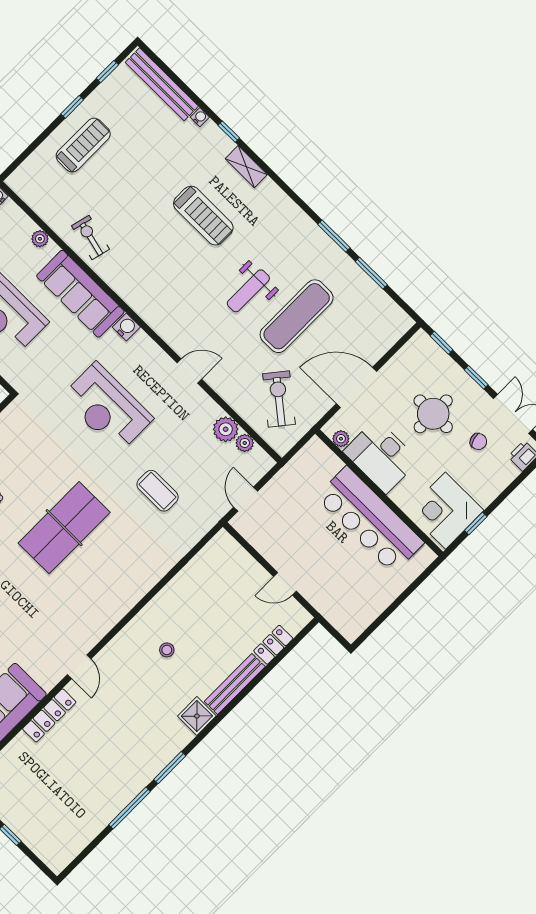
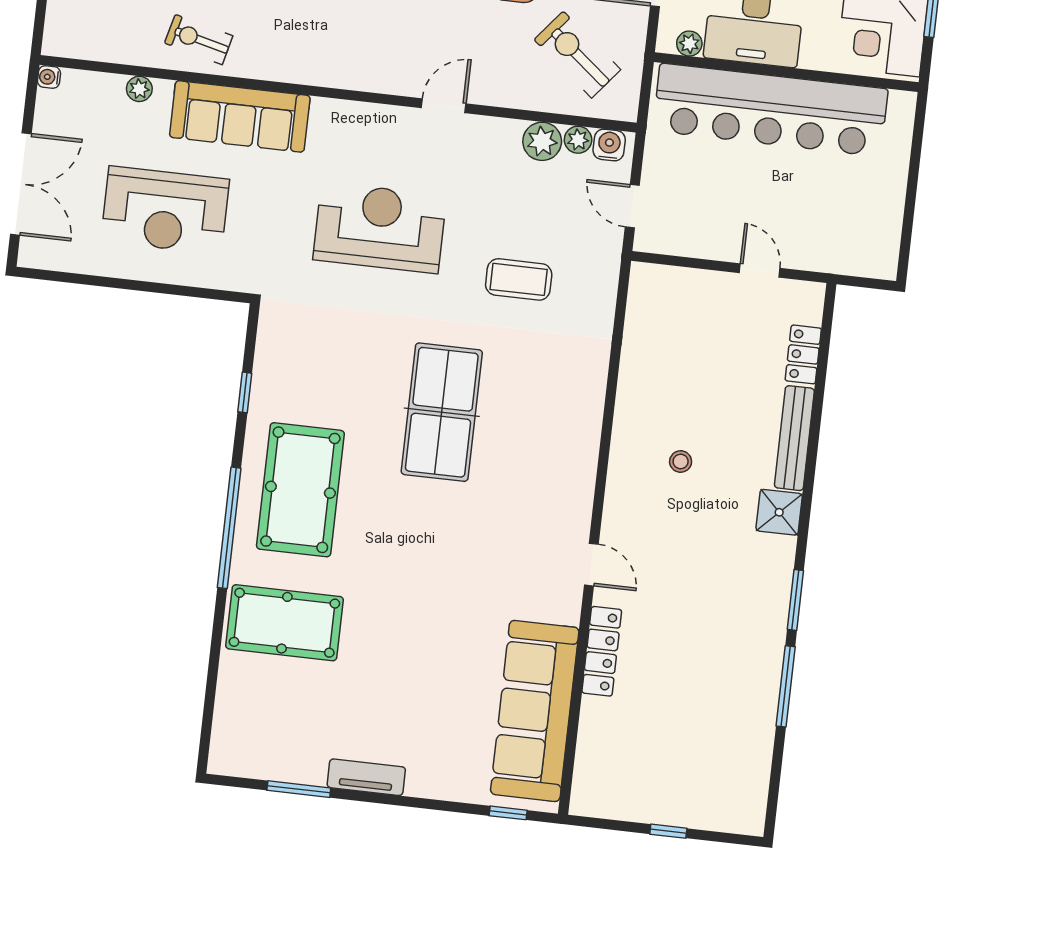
water cooler: (126, 327) -> (609, 145), moved
reception desk: (107, 408) -> (380, 228), turned 180
bar counter: (370, 520) -> (770, 110), width x1.36
door: (285, 584) -> (760, 271), swing flipped

